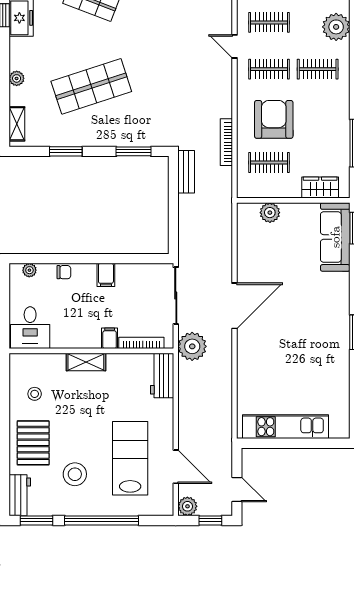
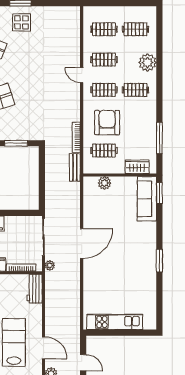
bench: (186, 172) -> (75, 167), moved
plant: (192, 346) -> (50, 265), width x0.53, depth x0.53

